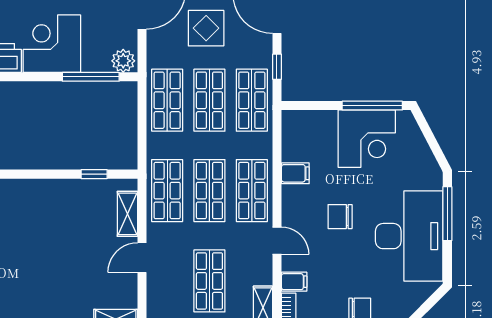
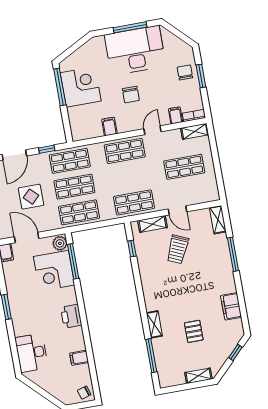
corner desk: (52, 44) -> (54, 271), moved
shop shelf: (209, 191) -> (129, 177), removed
window: (447, 214) -> (130, 27), moved
trolley: (80, 247) -> (178, 249), added

